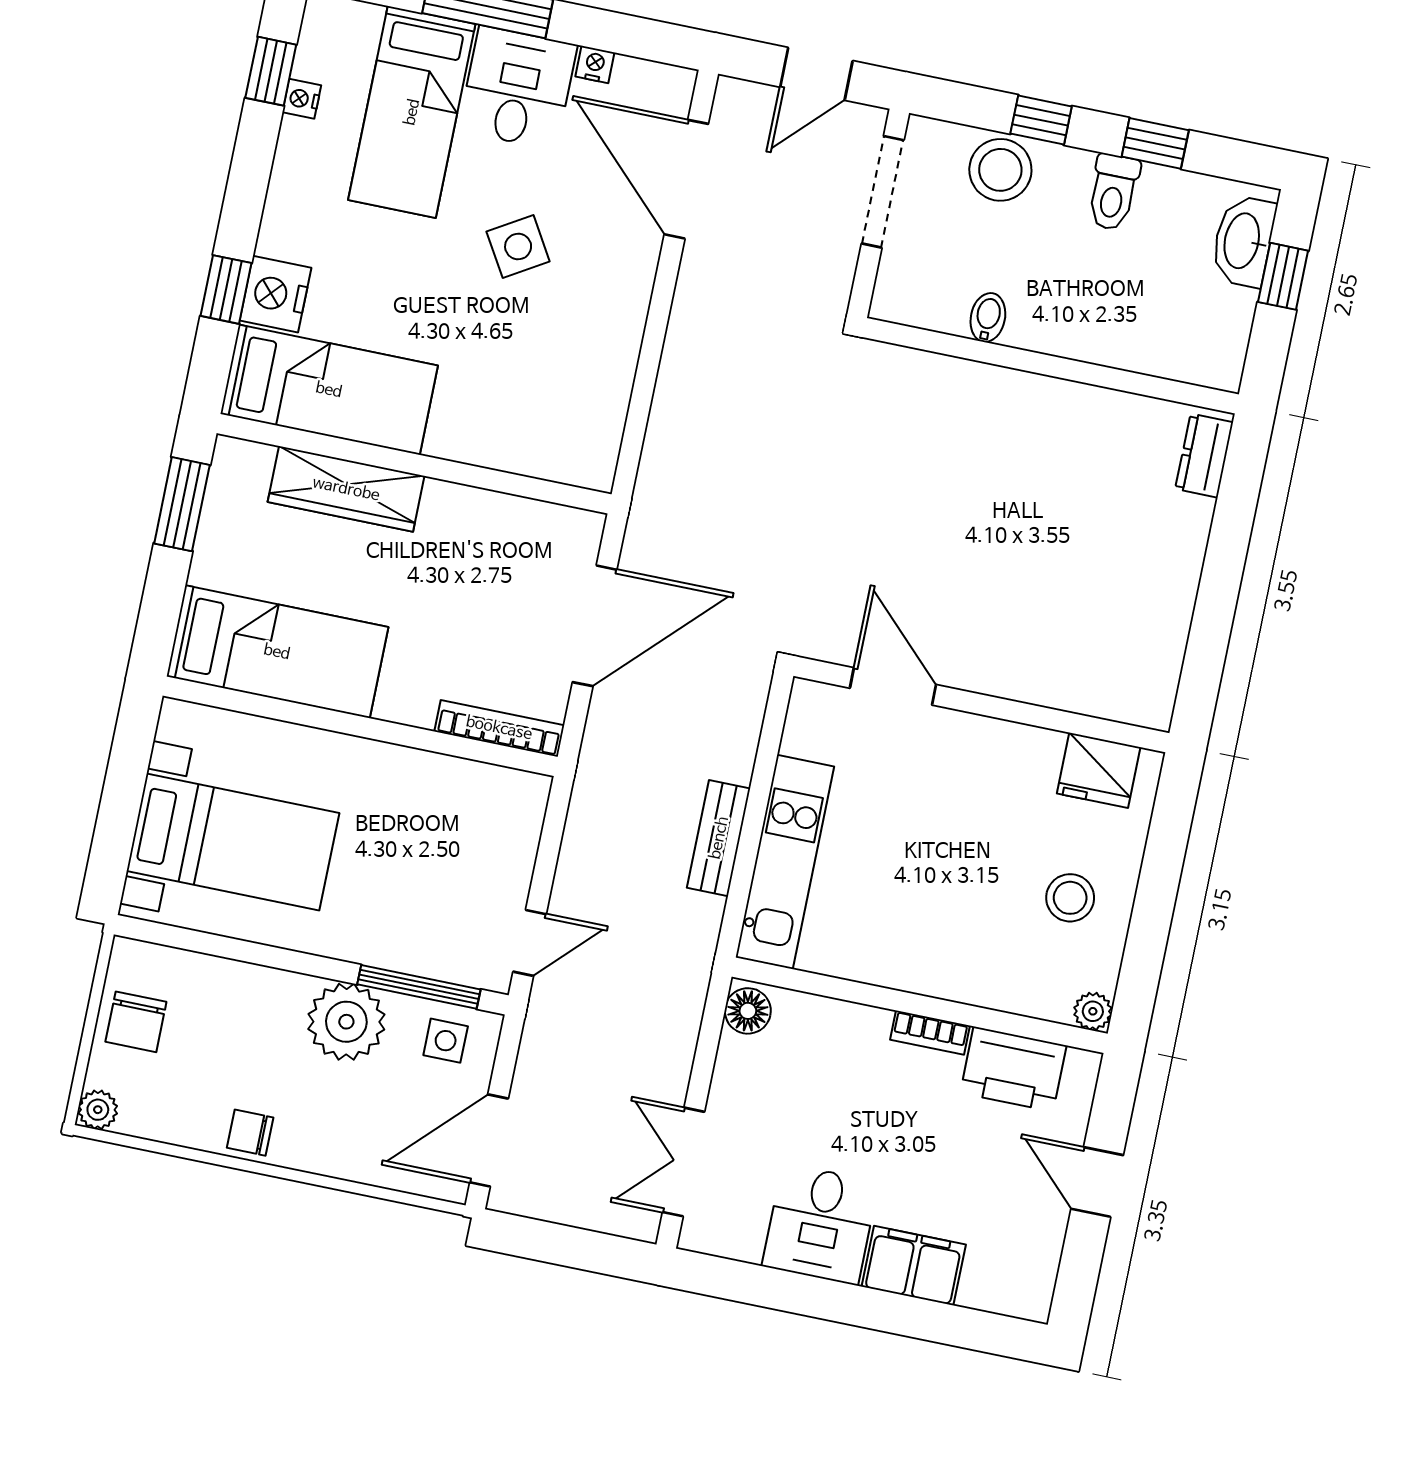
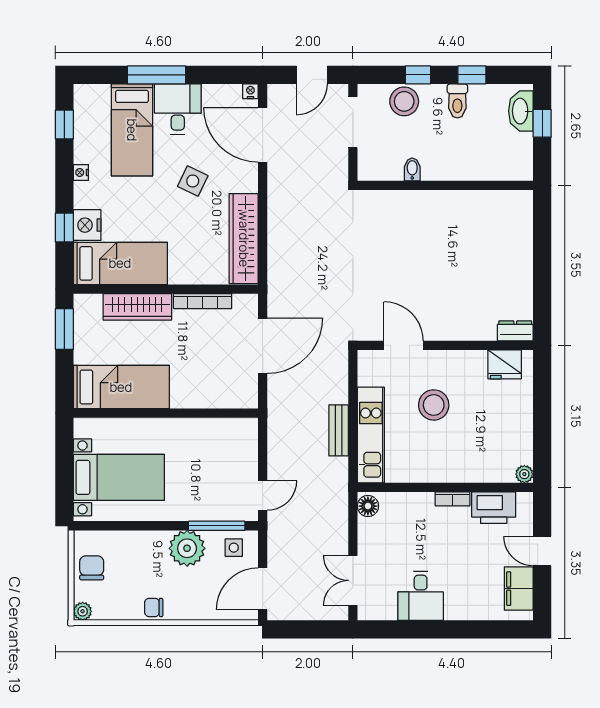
nightstand: (595, 64) -> (250, 91), moved
nightstand: (302, 99) -> (81, 172), moved
side table: (518, 247) -> (193, 181), turned -33
wardrobe: (601, 391) -> (244, 239), added
dresser: (1204, 456) -> (515, 331), moved, turned 90
bookcase: (499, 728) -> (203, 301), moved, turned 180
stool: (1070, 898) -> (434, 405), moved, width x1.38, depth x1.38
chair: (136, 1022) -> (92, 568), turned 180
filing cabinet: (914, 1266) -> (519, 589), moved, turned -90

